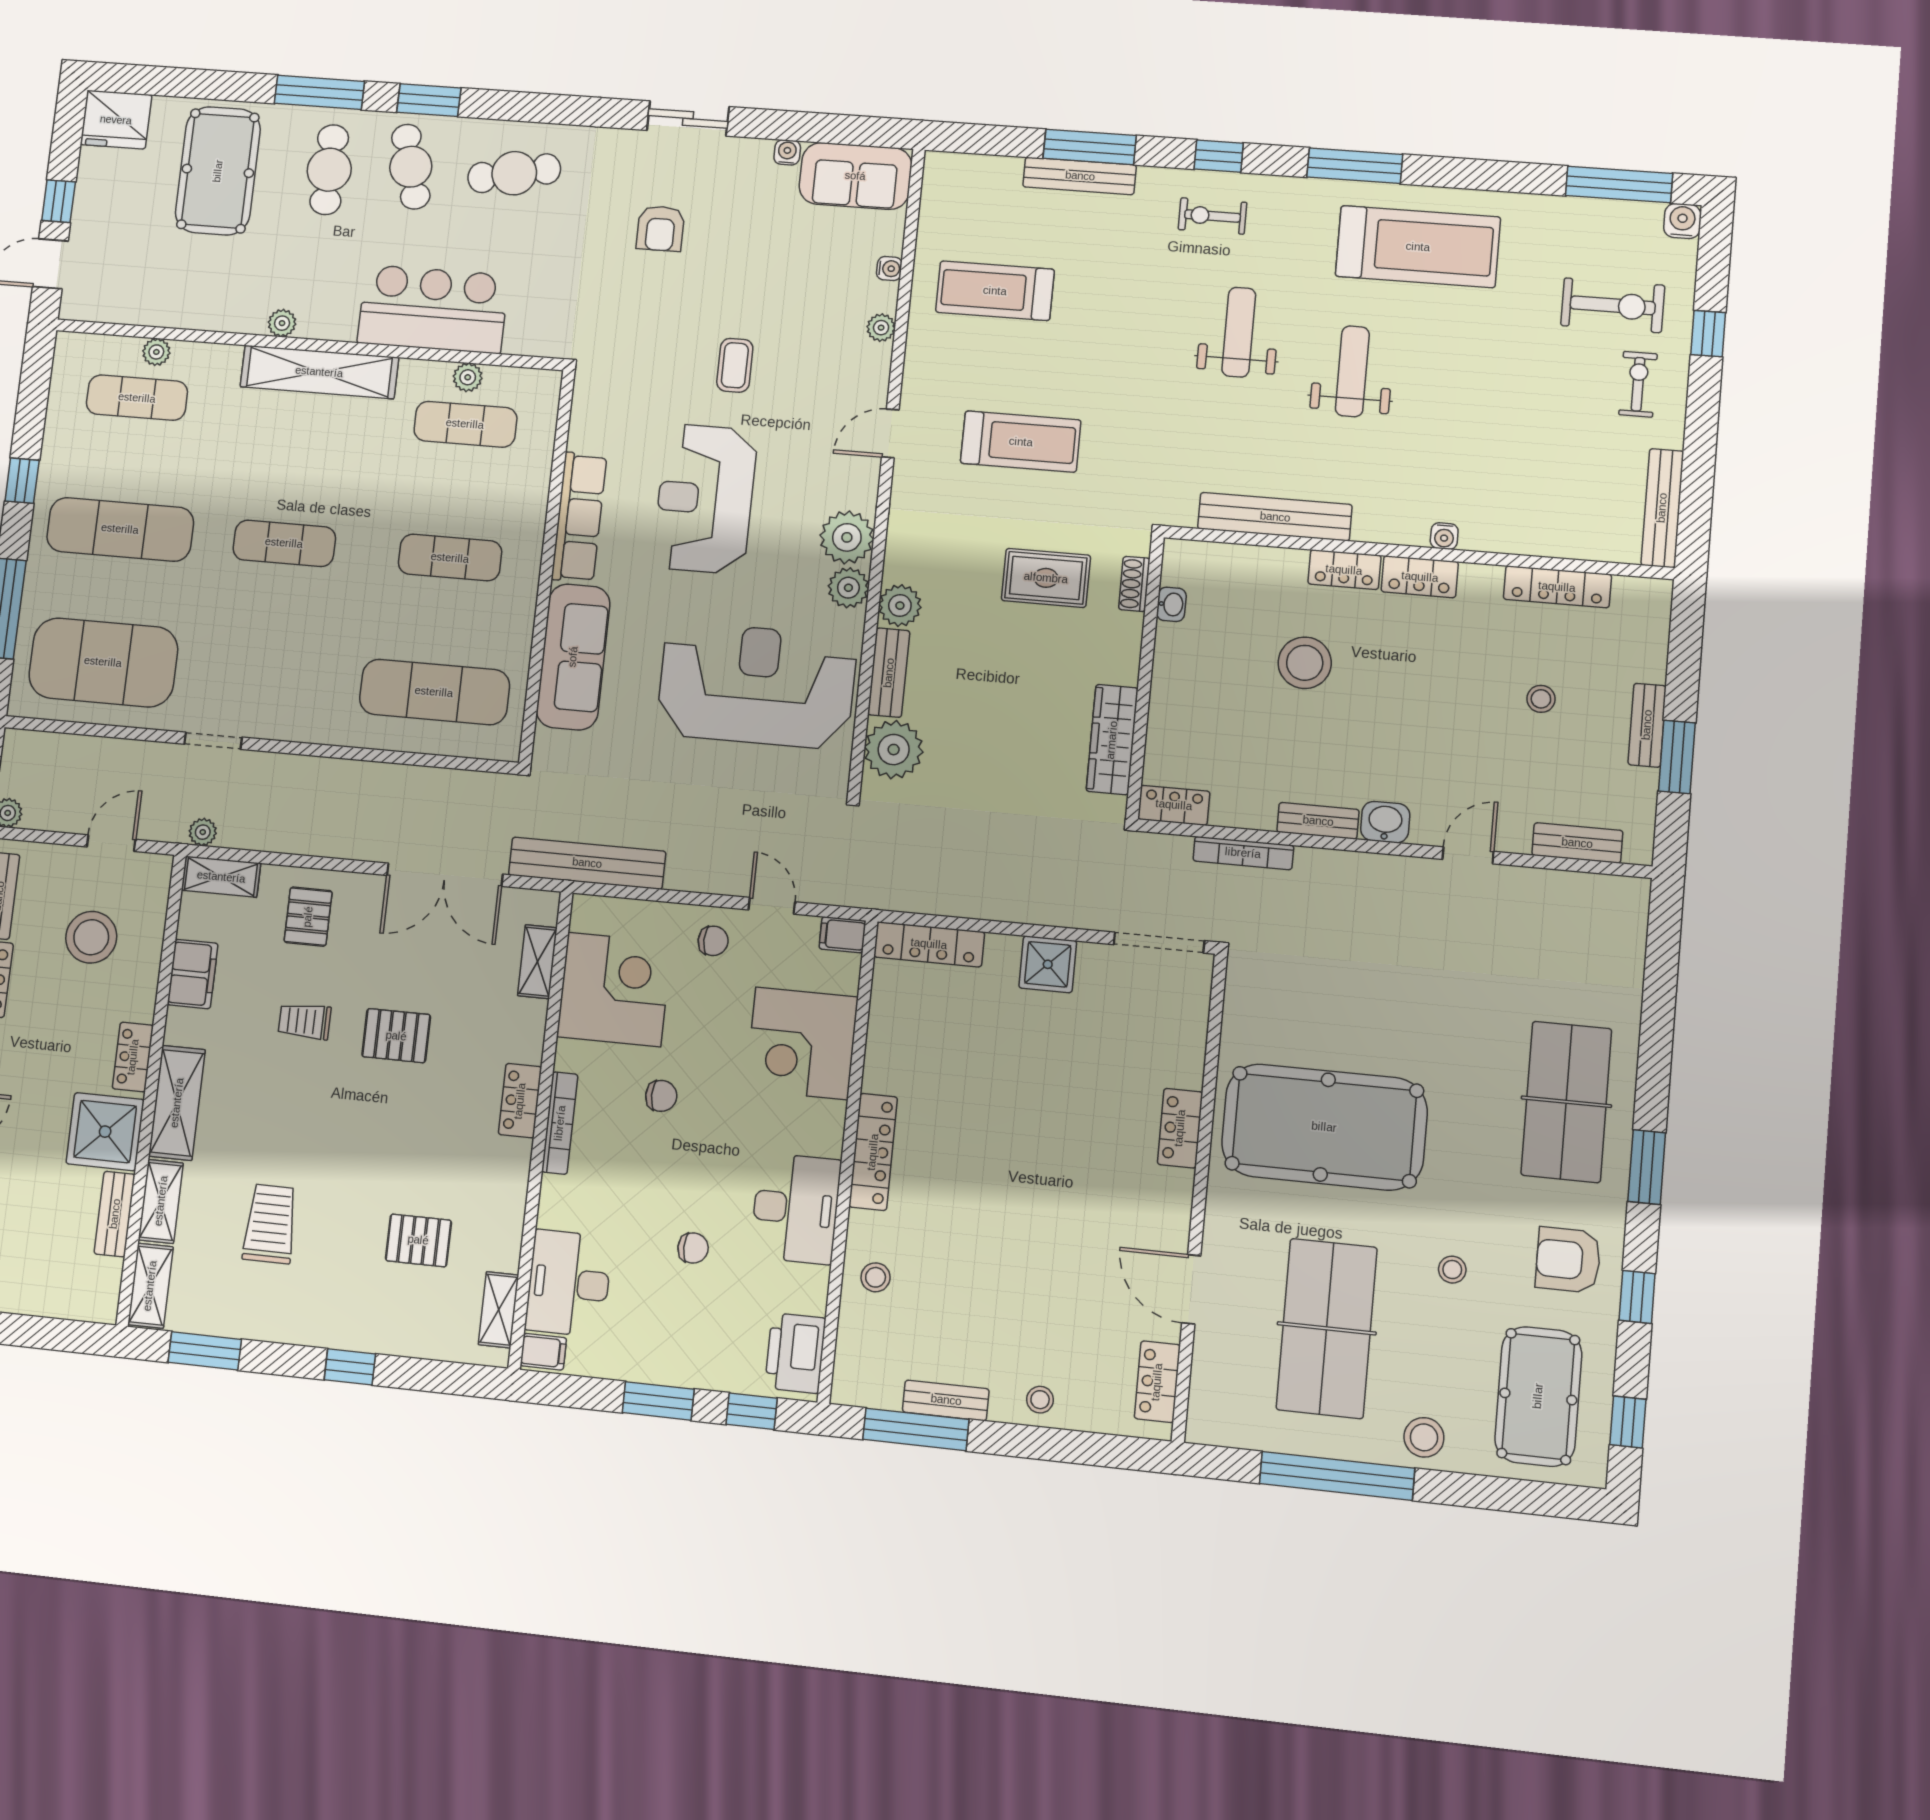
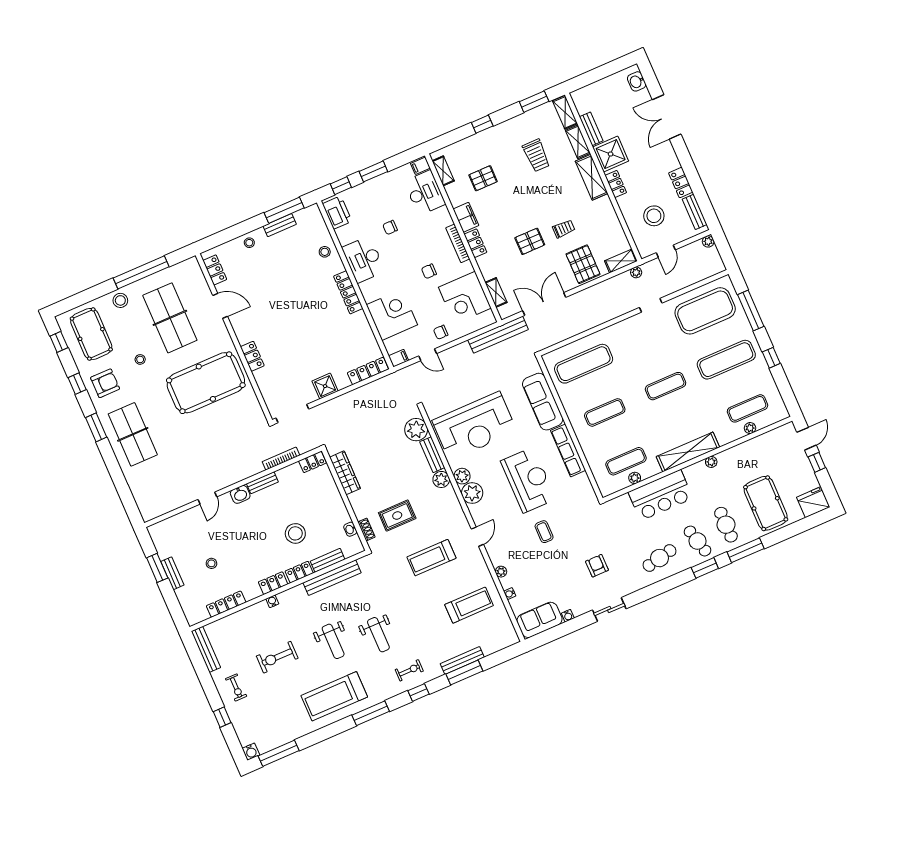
exercise bike: (1613, 305) -> (277, 657), moved
bench: (1577, 843) -> (328, 560), moved
pallet: (308, 917) -> (583, 264), width x1.50, depth x1.42
filing cabinet: (193, 974) -> (466, 217), moved, turned 180

